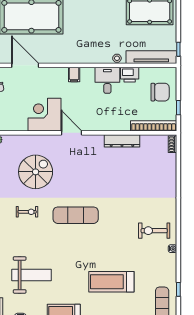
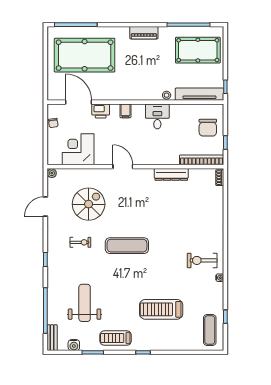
printer: (130, 75) -> (101, 111), moved
chair: (160, 92) -> (208, 128), turned 90
corner desk: (44, 115) -> (78, 149), moved
weight bench: (31, 275) -> (85, 303), turned -90

